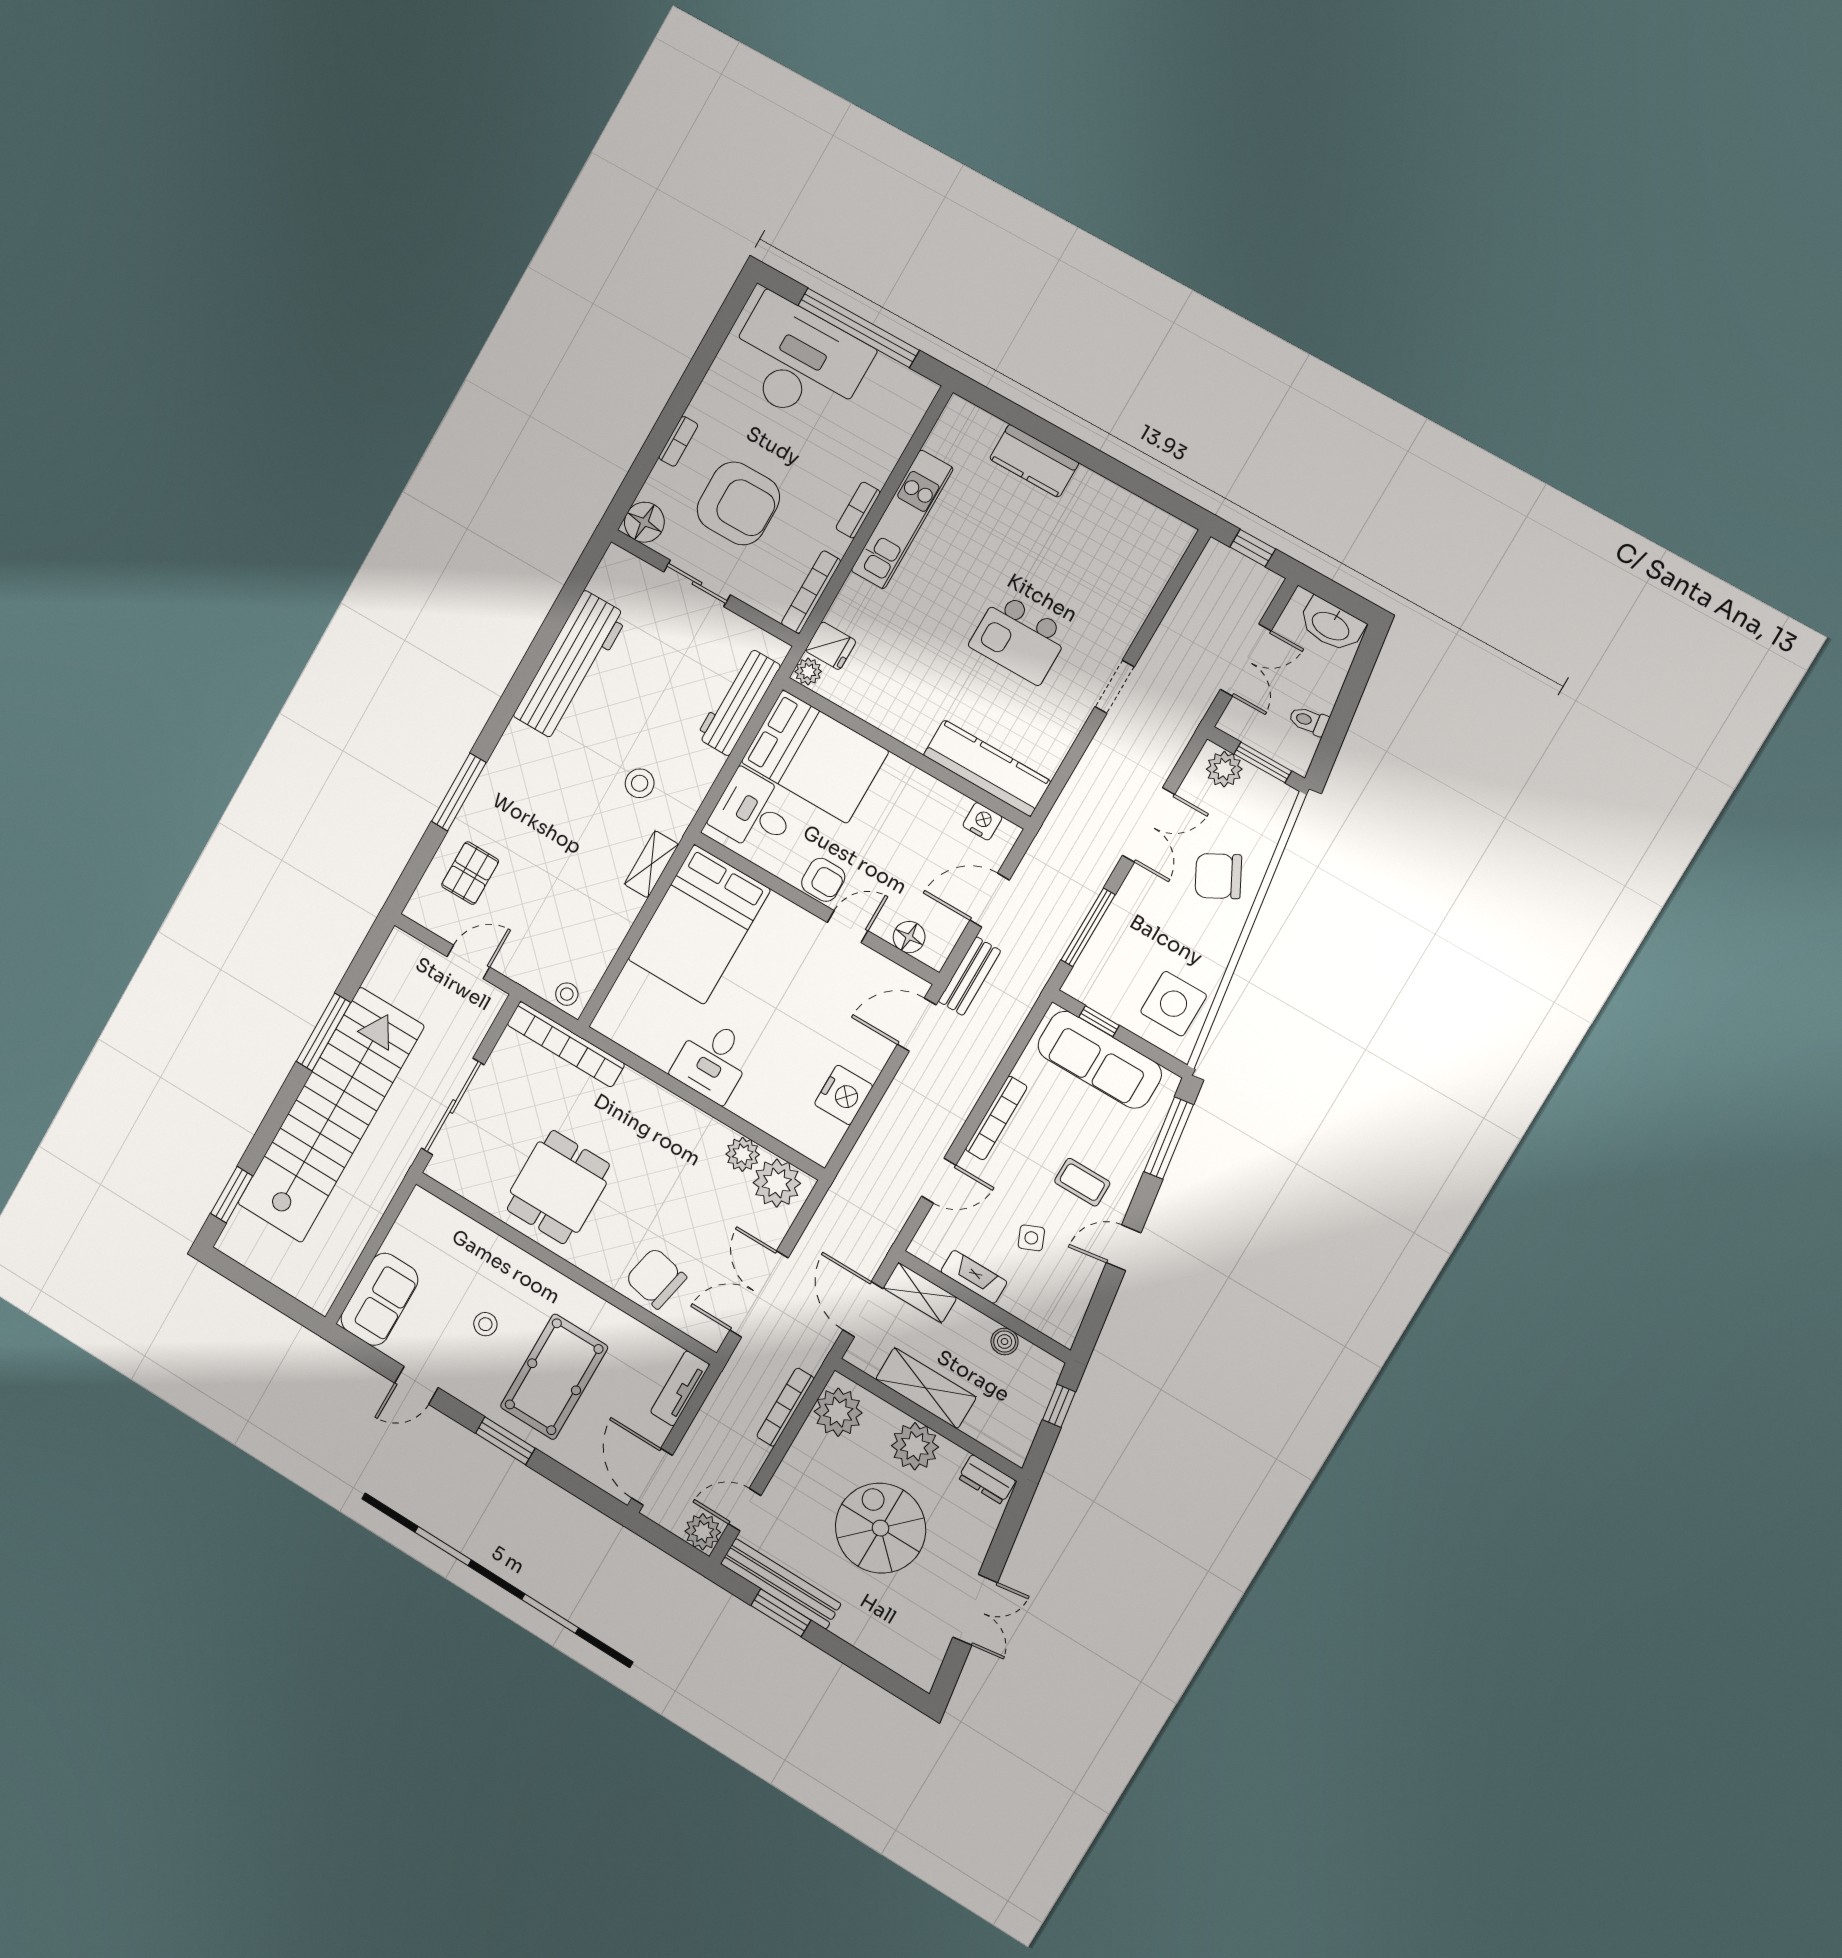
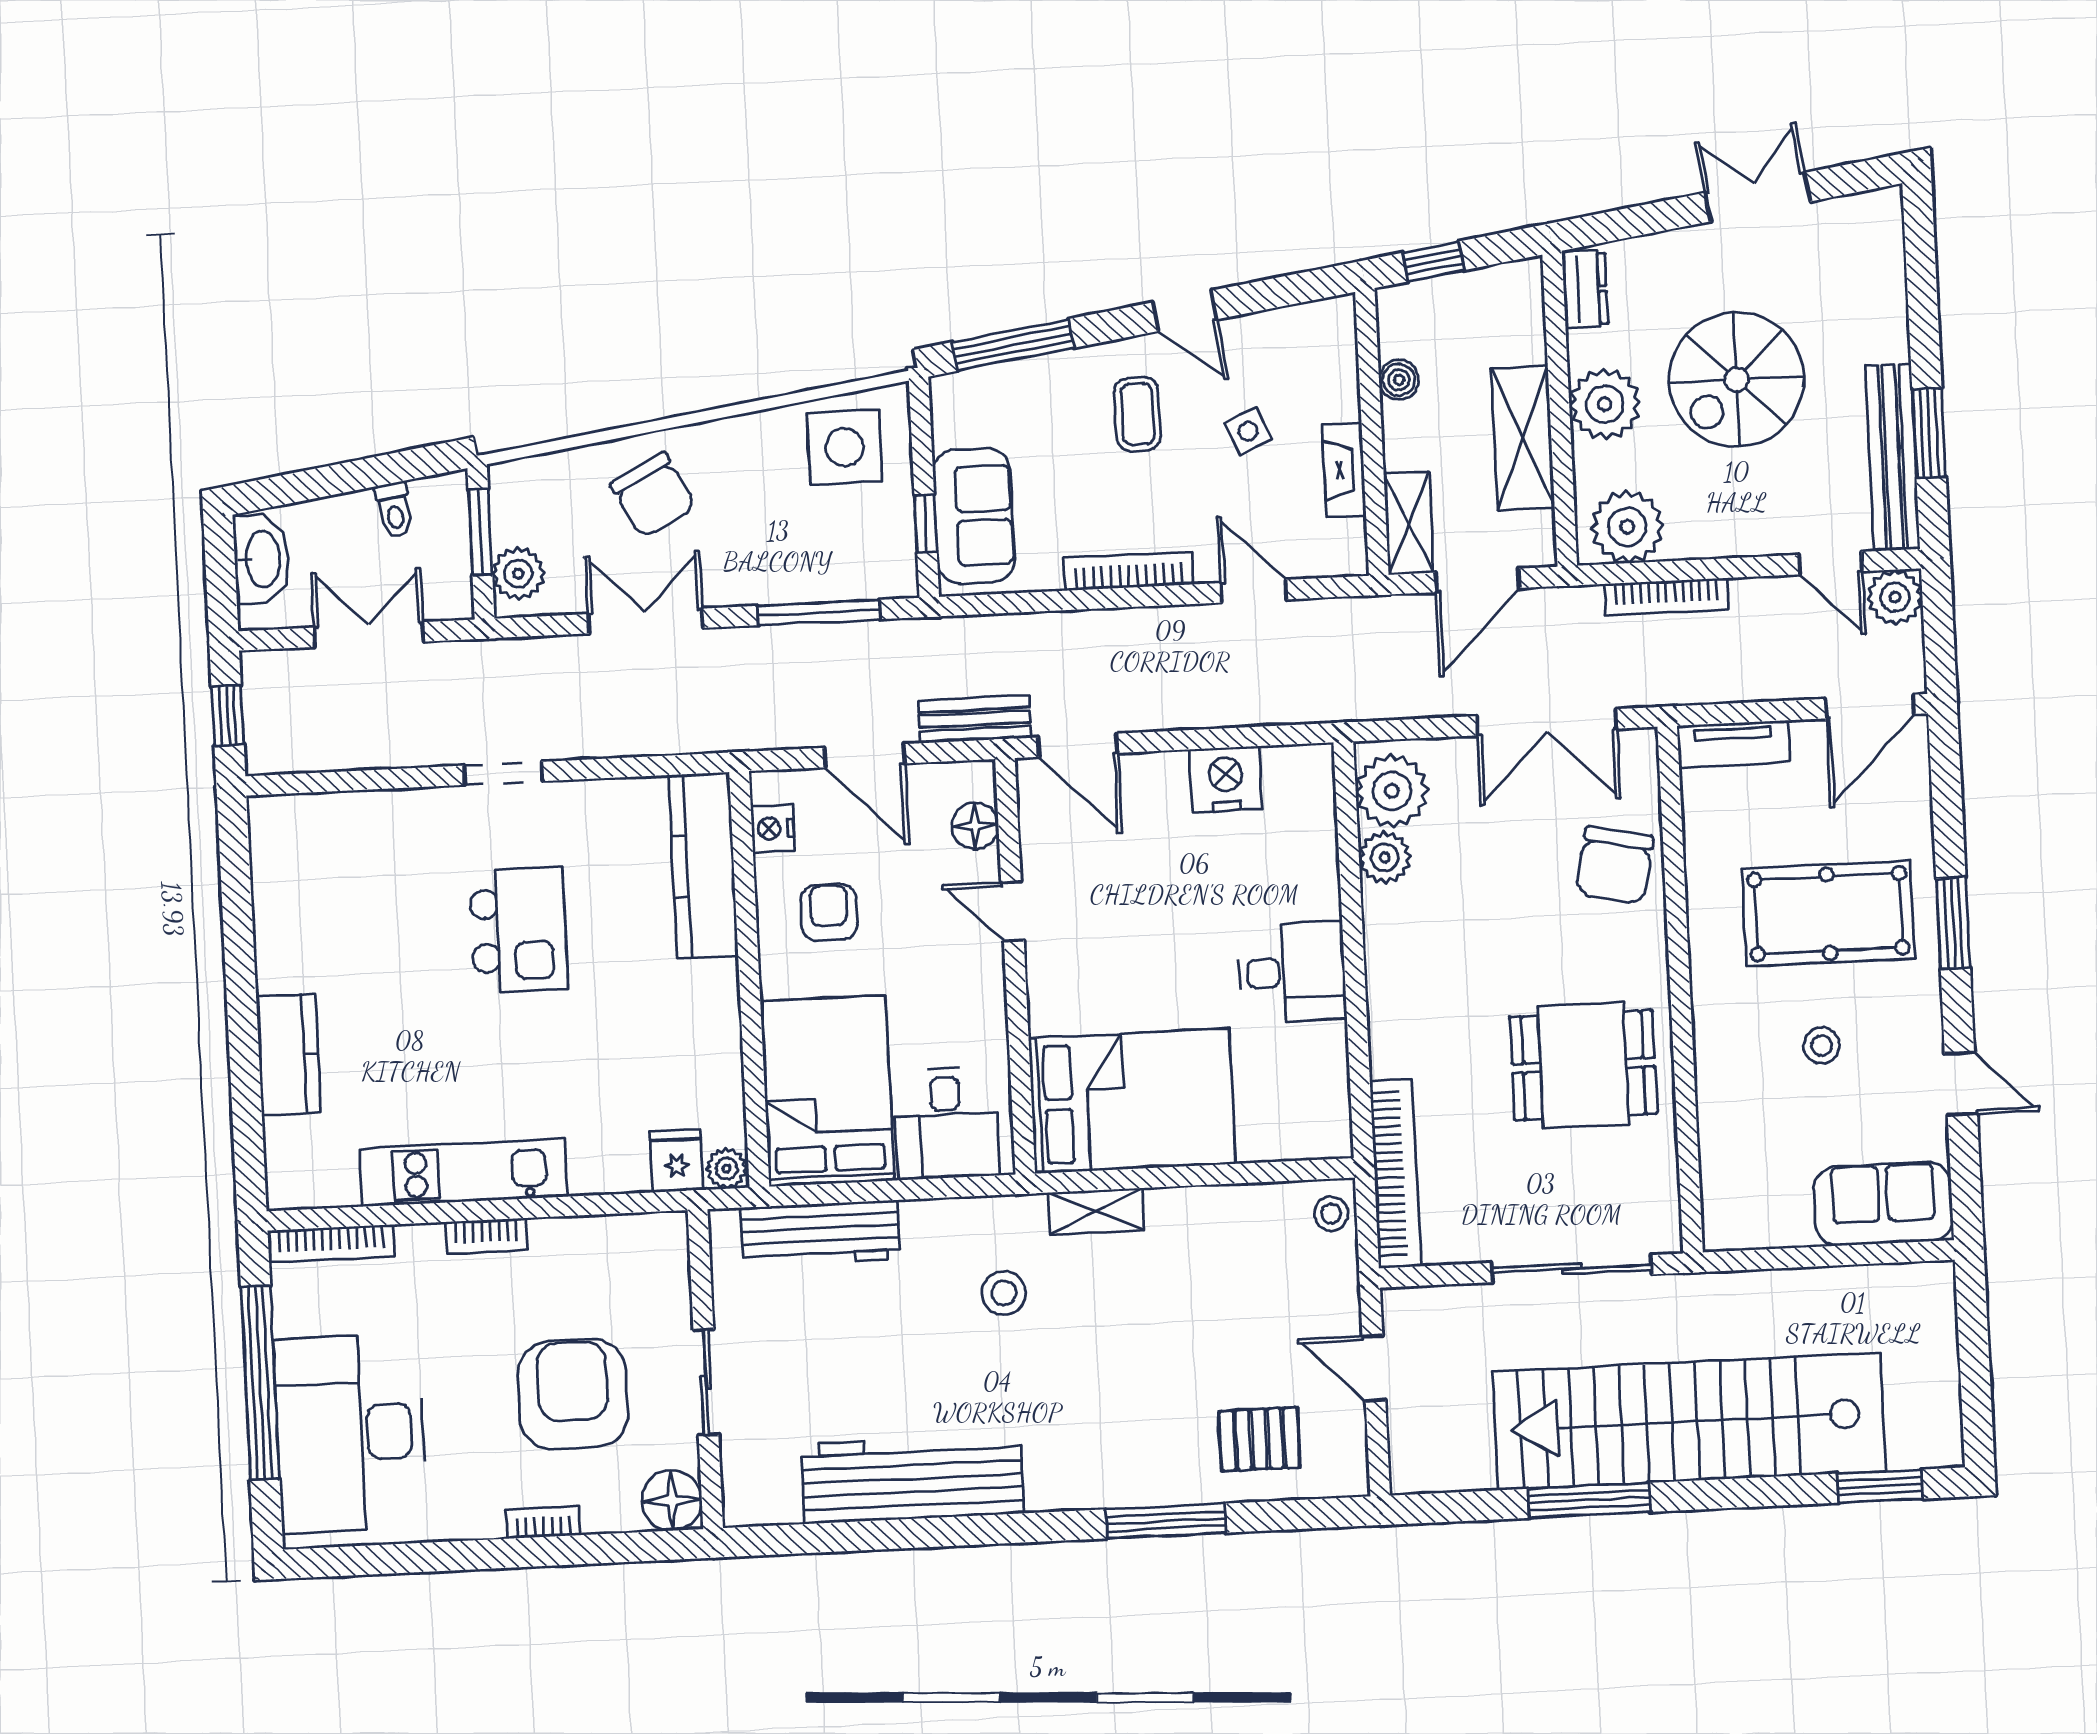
bookcase: (811, 592) -> (331, 1244), moved
armchair: (823, 880) -> (829, 912), moved
sofa: (1100, 1060) -> (974, 516), width x0.73

